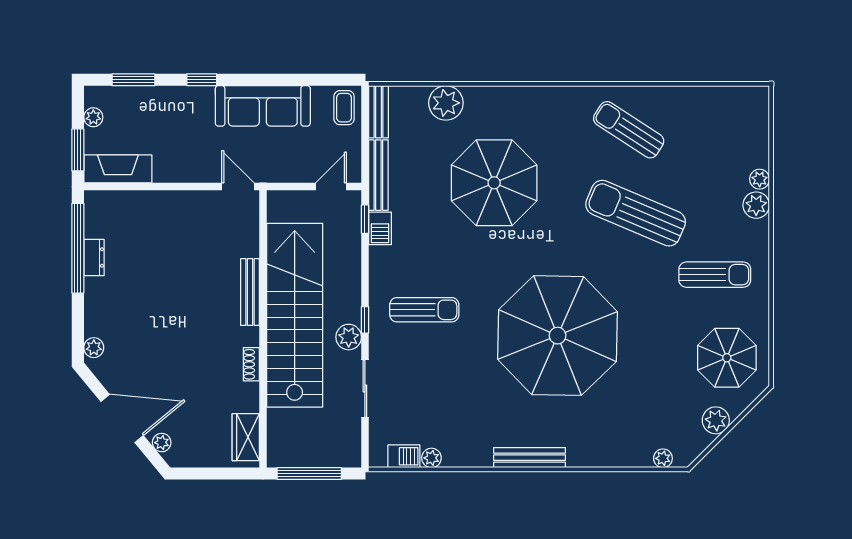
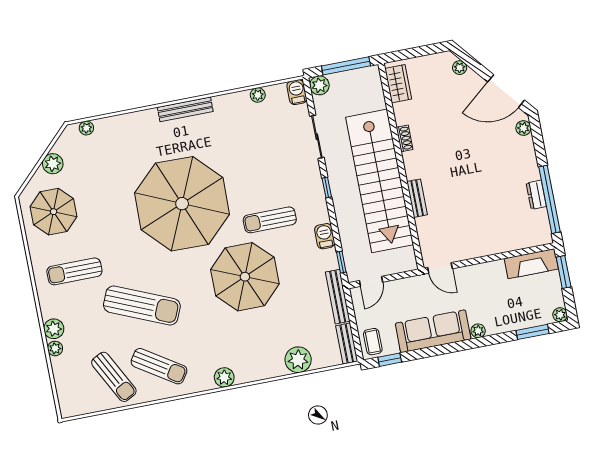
window: (202, 80) -> (390, 360), moved
plant: (204, 95) -> (478, 331), added
plant: (547, 99) -> (224, 377), added
plant: (93, 117) -> (560, 315), moved
sun lounger: (690, 127) -> (114, 377), added
parasol: (494, 183) -> (245, 277), moved
barbecue: (380, 228) -> (325, 236), moved
bench: (250, 292) -> (417, 198), width x0.73
sun lounger: (424, 310) -> (270, 220), moved
plant: (349, 337) -> (319, 85), moved
door: (122, 418) -> (506, 91), moved
barbecue: (404, 456) -> (297, 92), moved, turned 90

